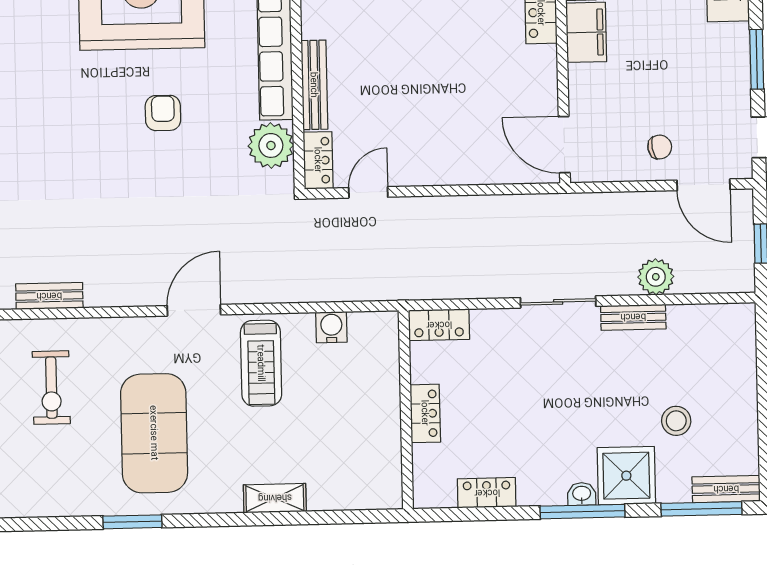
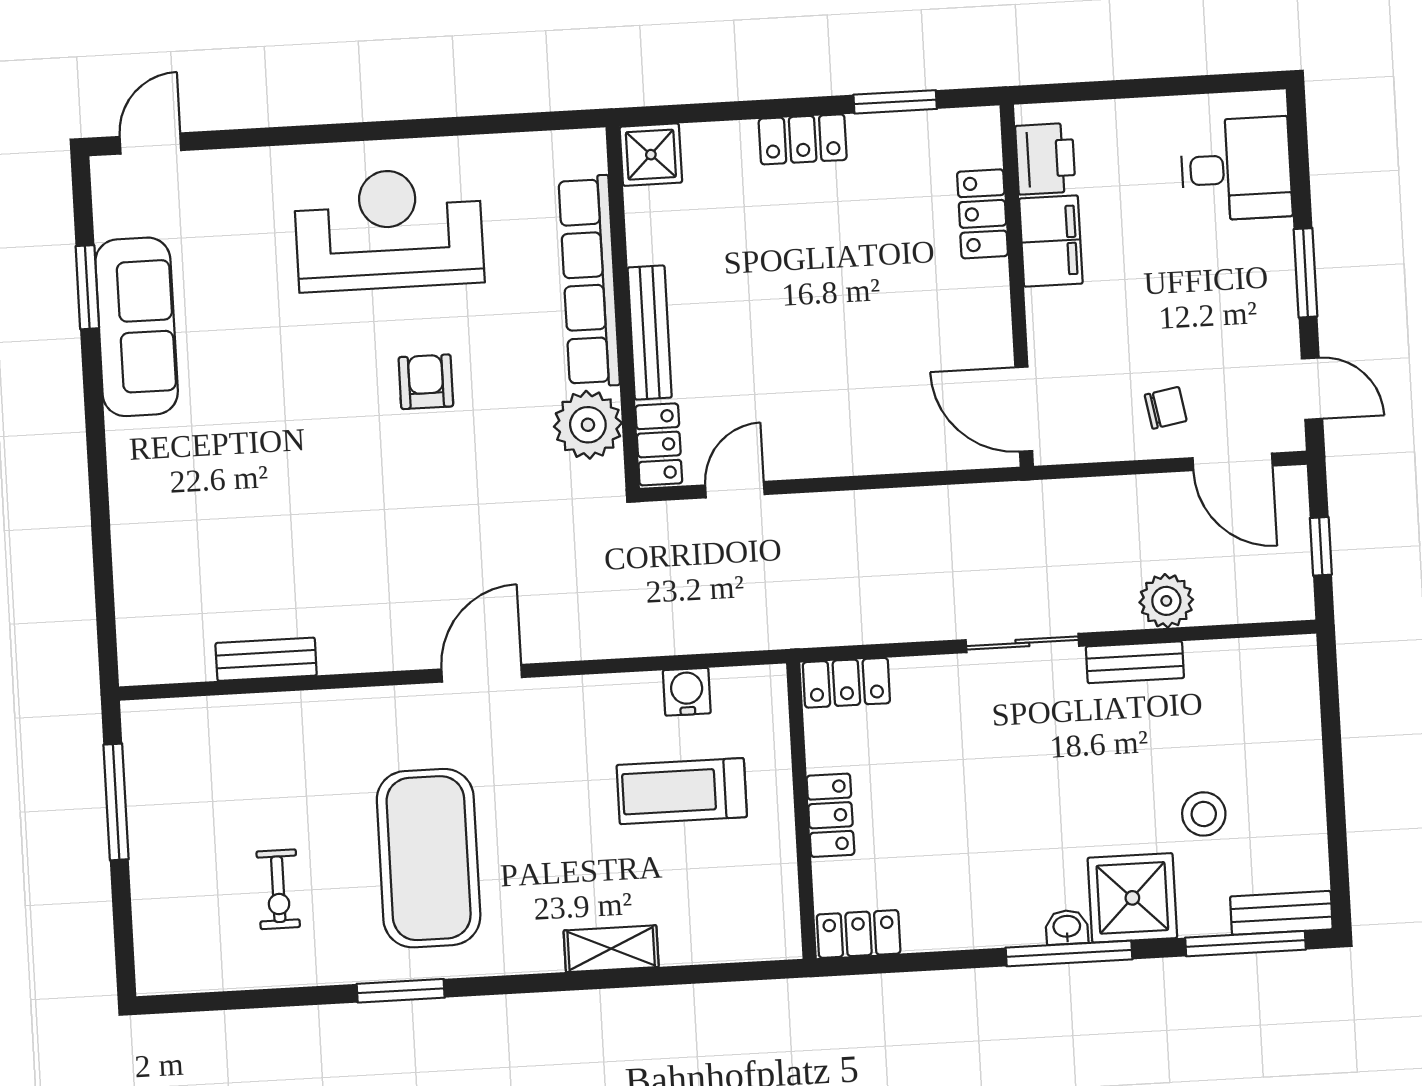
treadmill: (261, 363) -> (682, 791), moved, turned 90
exercise bike: (51, 388) -> (278, 889), moved, width x0.73, depth x0.72
locker: (487, 493) -> (859, 934), moved

